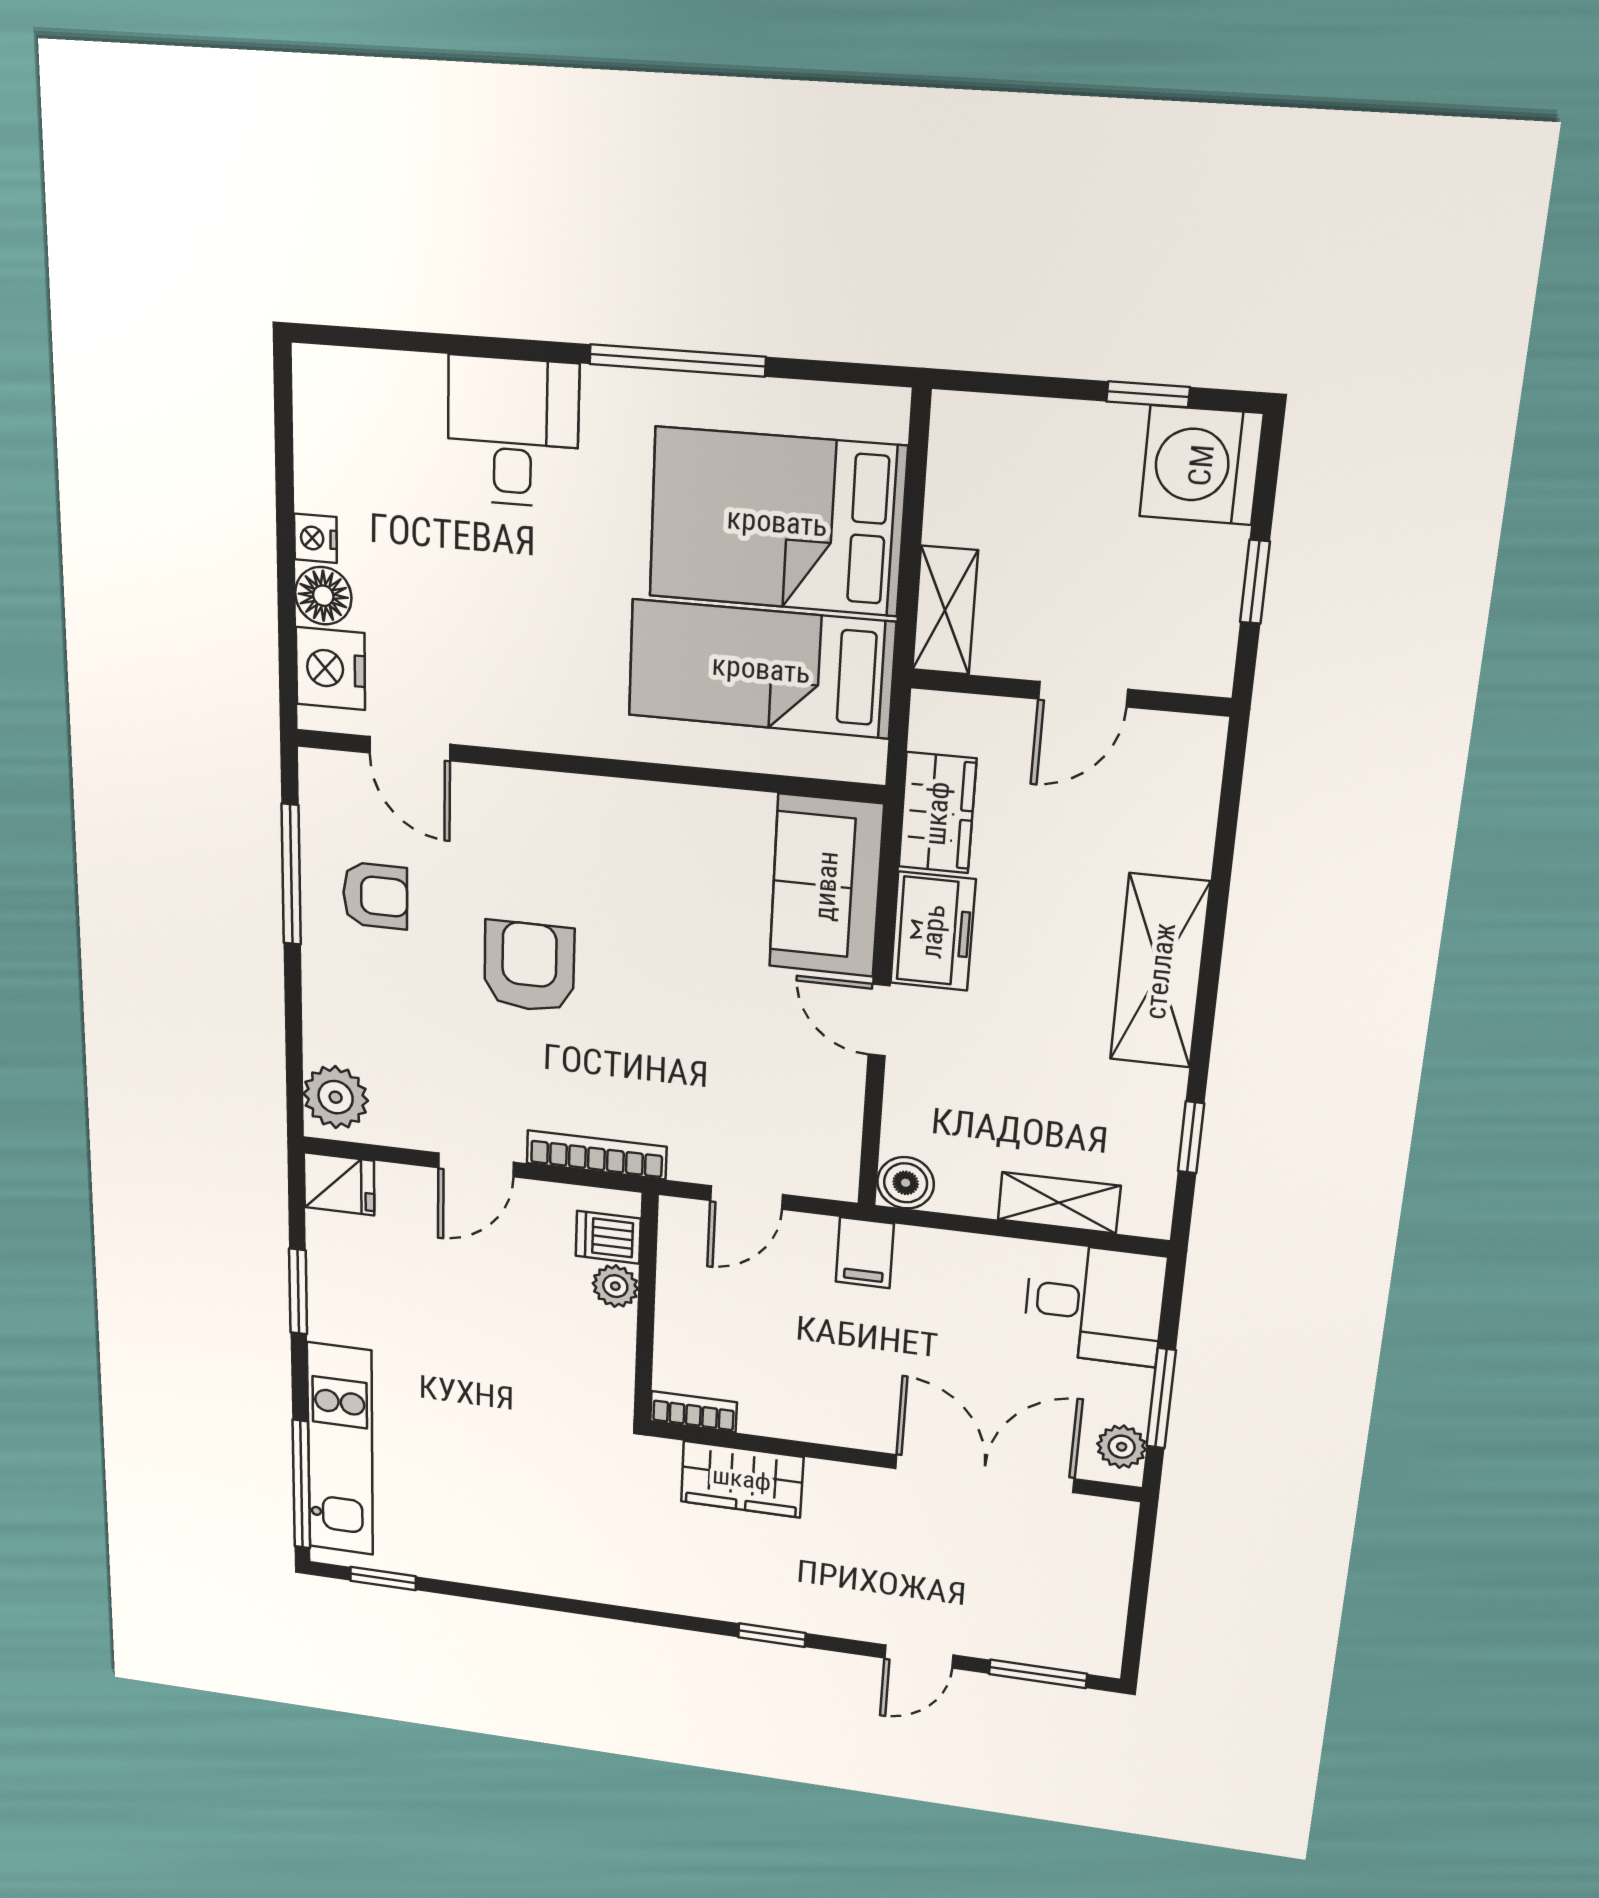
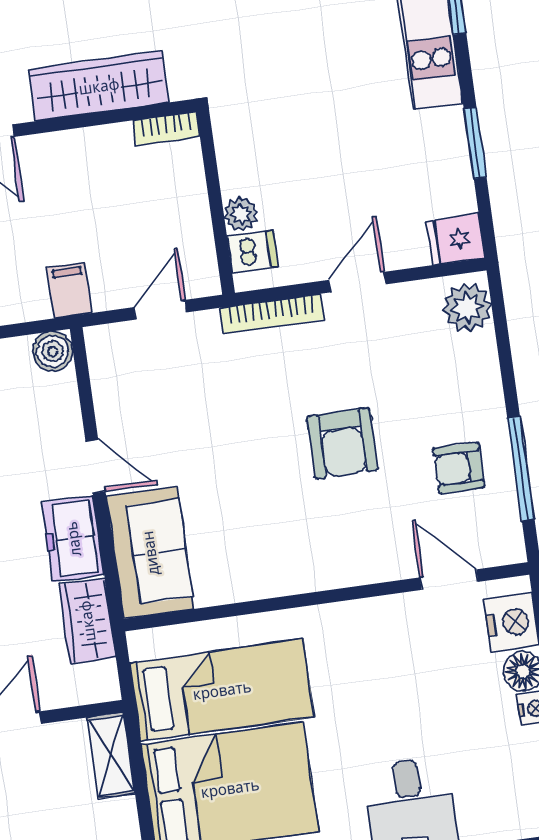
wardrobe: (742, 1479) -> (99, 86), width x1.50

